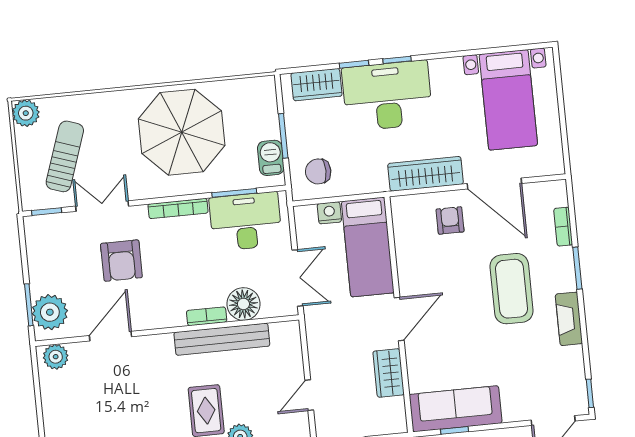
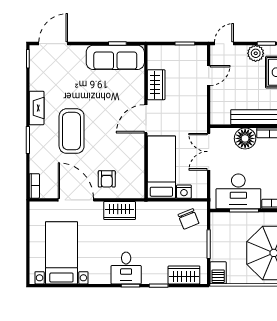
desk: (387, 96) -> (126, 268), width x0.53, depth x0.77
barbecue: (271, 158) -> (218, 273), moved
chair: (318, 171) -> (189, 219), turned 68
wardrobe: (426, 174) -> (120, 210), width x0.67
bookcase: (563, 227) -> (34, 186), moved

